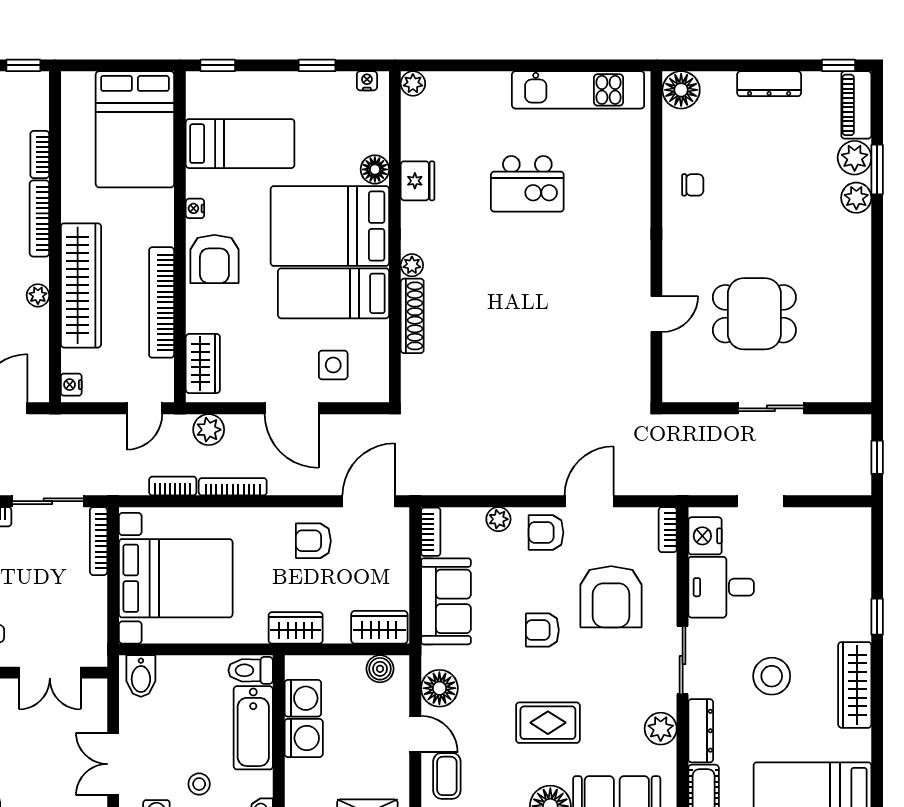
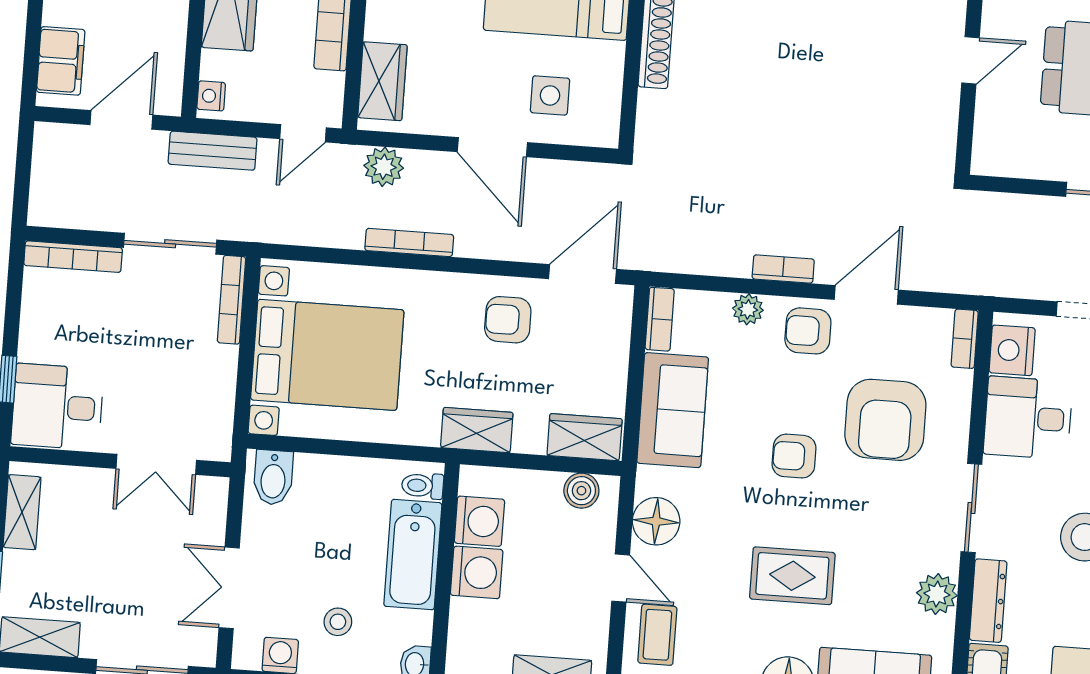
bench: (75, 427) -> (213, 151), added
bookcase: (173, 486) -> (783, 269), moved
toilet: (251, 670) -> (423, 486), width x0.73, depth x0.72

